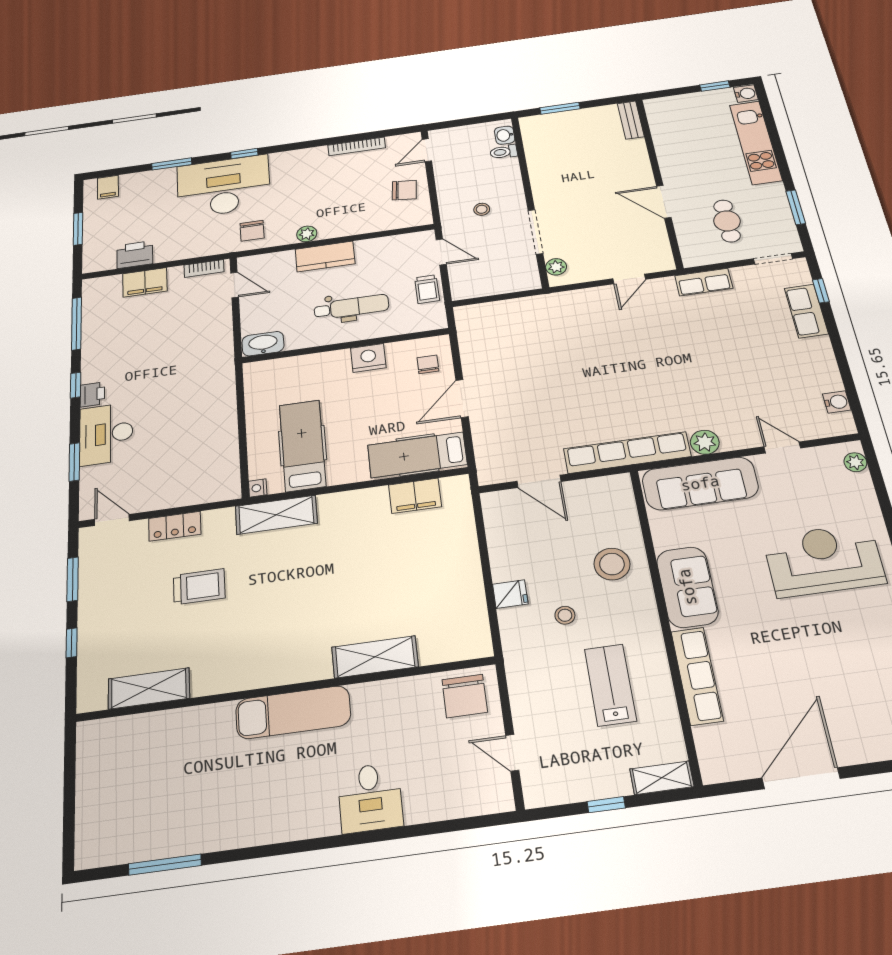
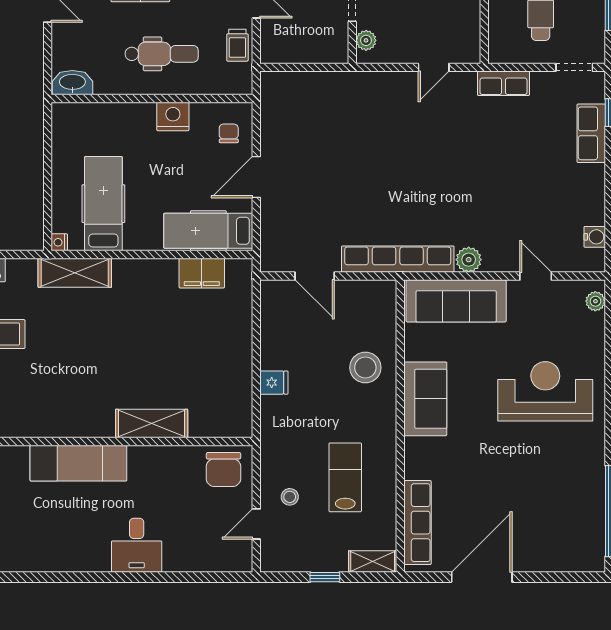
stool: (565, 615) -> (290, 497), moved
row of seats: (697, 676) -> (417, 523), moved
door: (512, 753) -> (256, 524), hinge flipped

